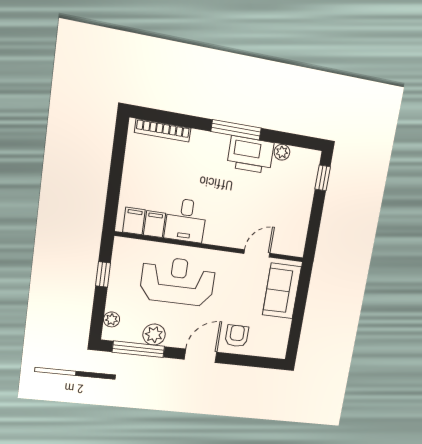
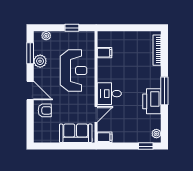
plant: (282, 152) -> (156, 134), moved
desk: (186, 220) -> (109, 94), moved
filing cabinet: (134, 221) -> (105, 137), moved
door: (257, 253) -> (96, 114), hinge flipped
window: (138, 349) -> (30, 53), width x0.69

